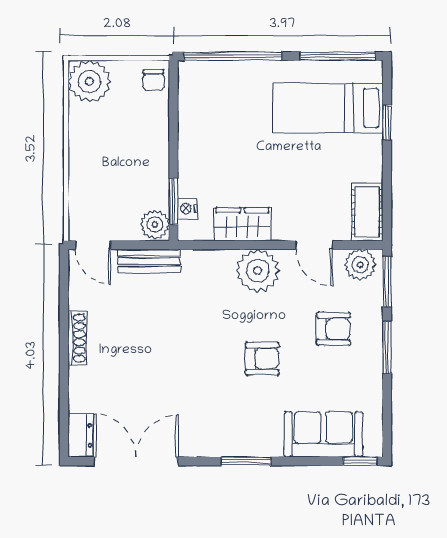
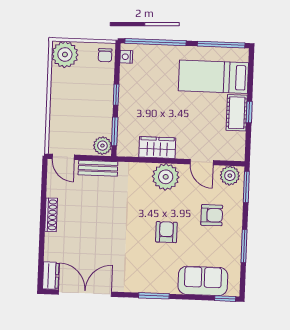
window: (387, 123) -> (249, 112), moved
window: (173, 142) -> (116, 95), added
nightstand: (187, 209) -> (126, 57), moved
cot: (367, 212) -> (237, 113), moved
window: (387, 347) -> (244, 246), moved
armchair: (262, 359) -> (166, 232), turned -90

